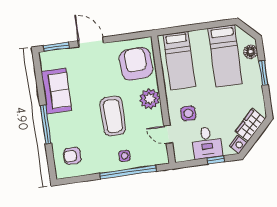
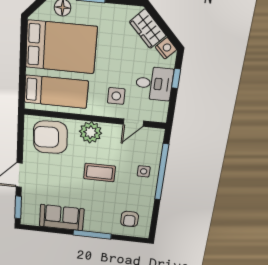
bed: (225, 56) -> (61, 47), width x1.50
coffee table: (113, 116) -> (100, 172), width x0.73, depth x0.76

